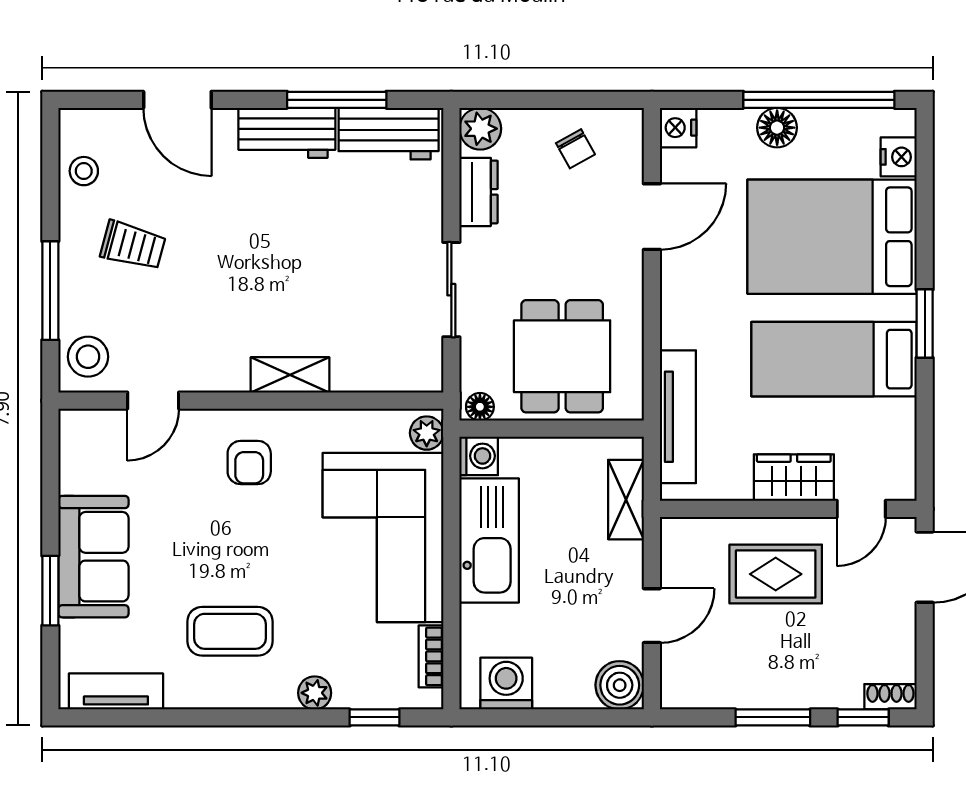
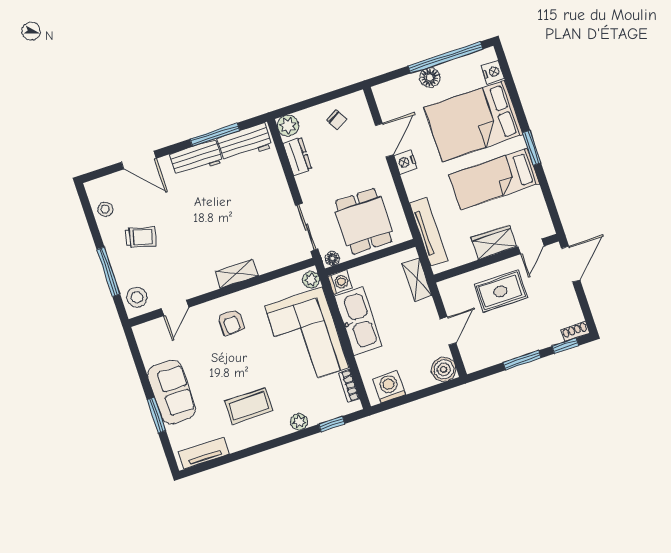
nightstand: (678, 128) -> (405, 162), moved
sliding door: (451, 290) -> (307, 227), moved

